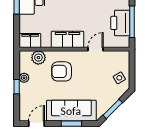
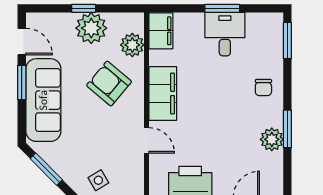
armchair: (62, 71) -> (109, 84), turned -50
plant: (24, 78) -> (91, 28), width x1.87, depth x1.87
window: (71, 124) -> (22, 83), moved

